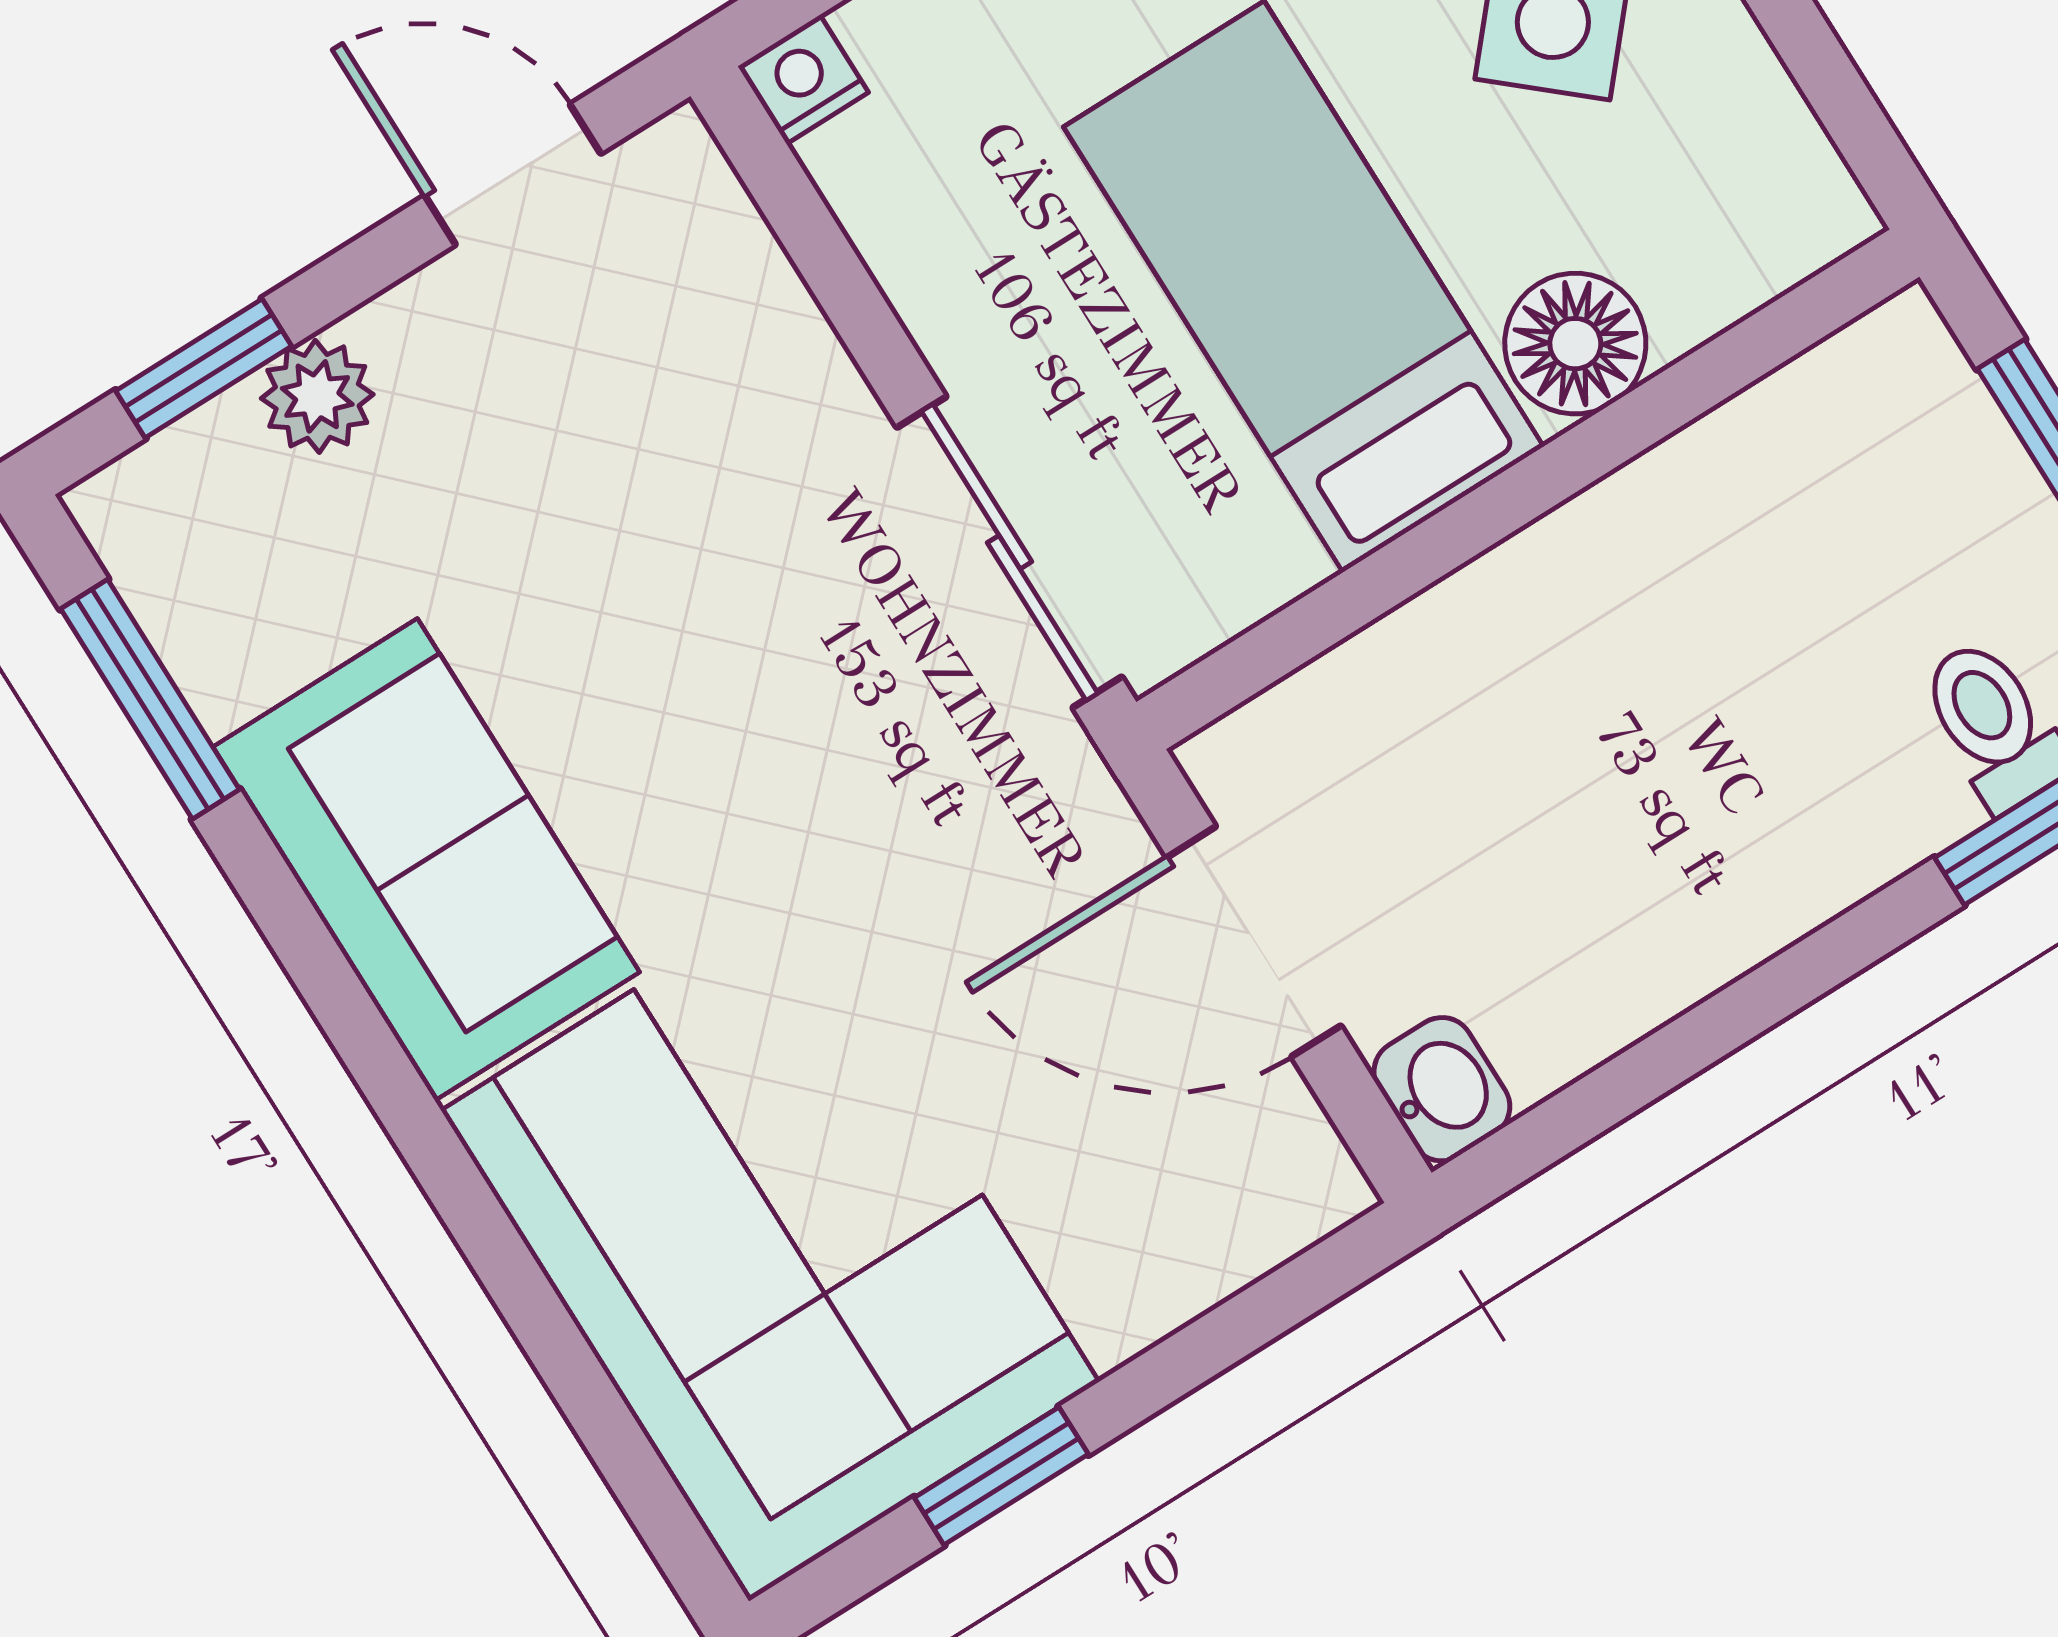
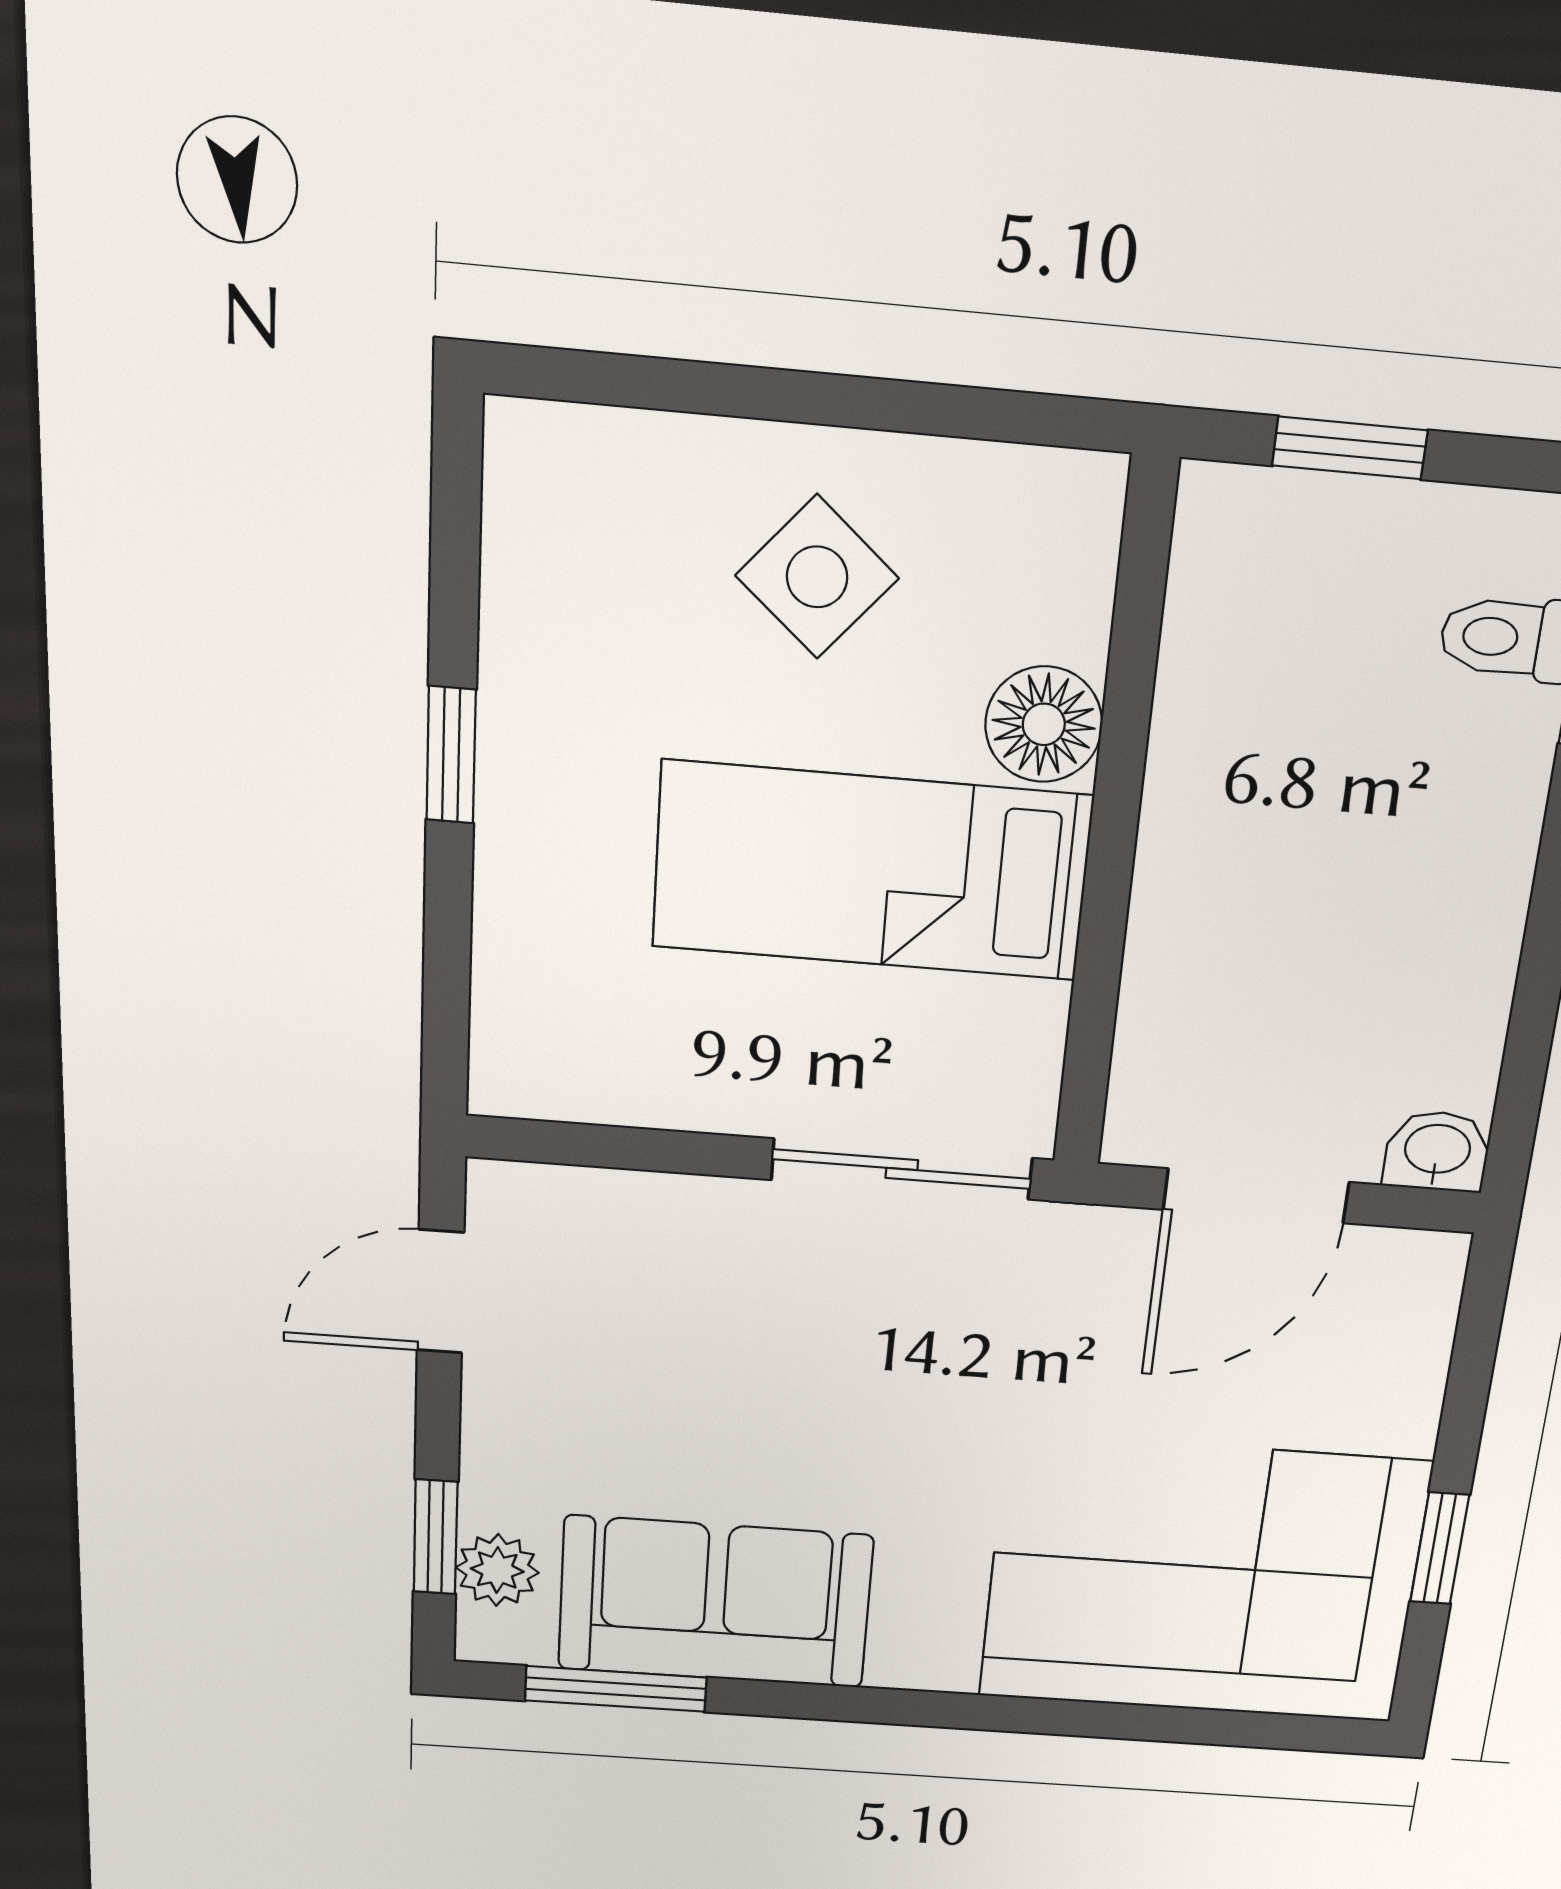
nightstand: (803, 79) -> (503, 1082), removed
plant: (317, 396) -> (497, 1570), moved
sofa: (426, 859) -> (715, 1602), moved

